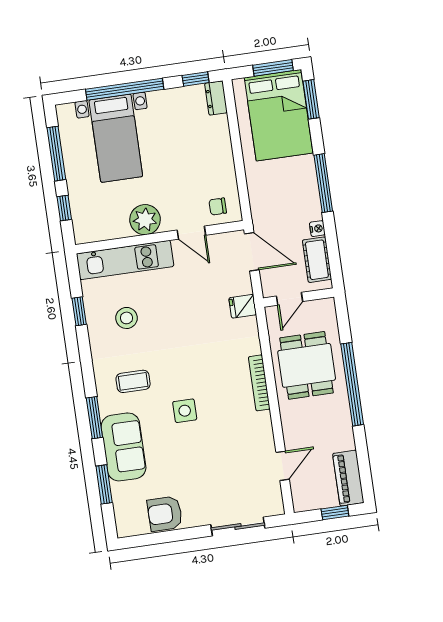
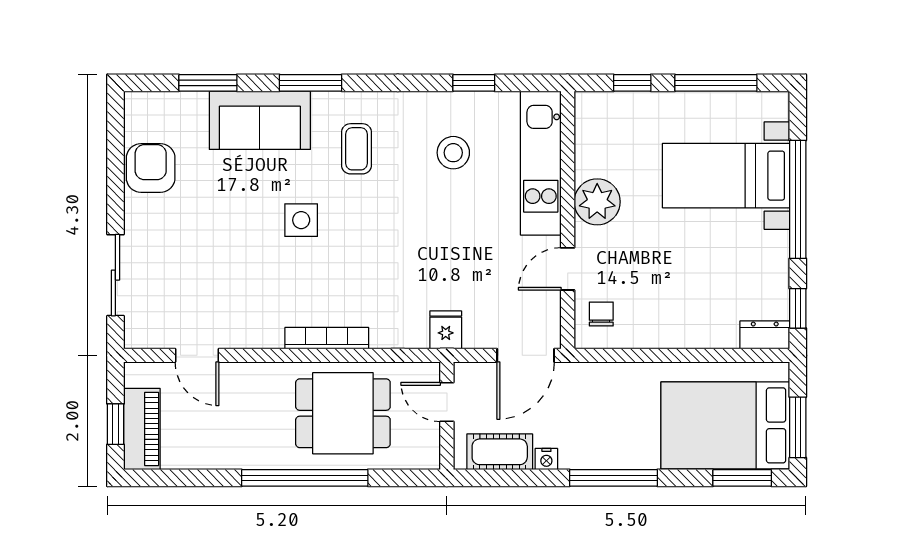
piano: (348, 478) -> (142, 429), moved, turned 90

